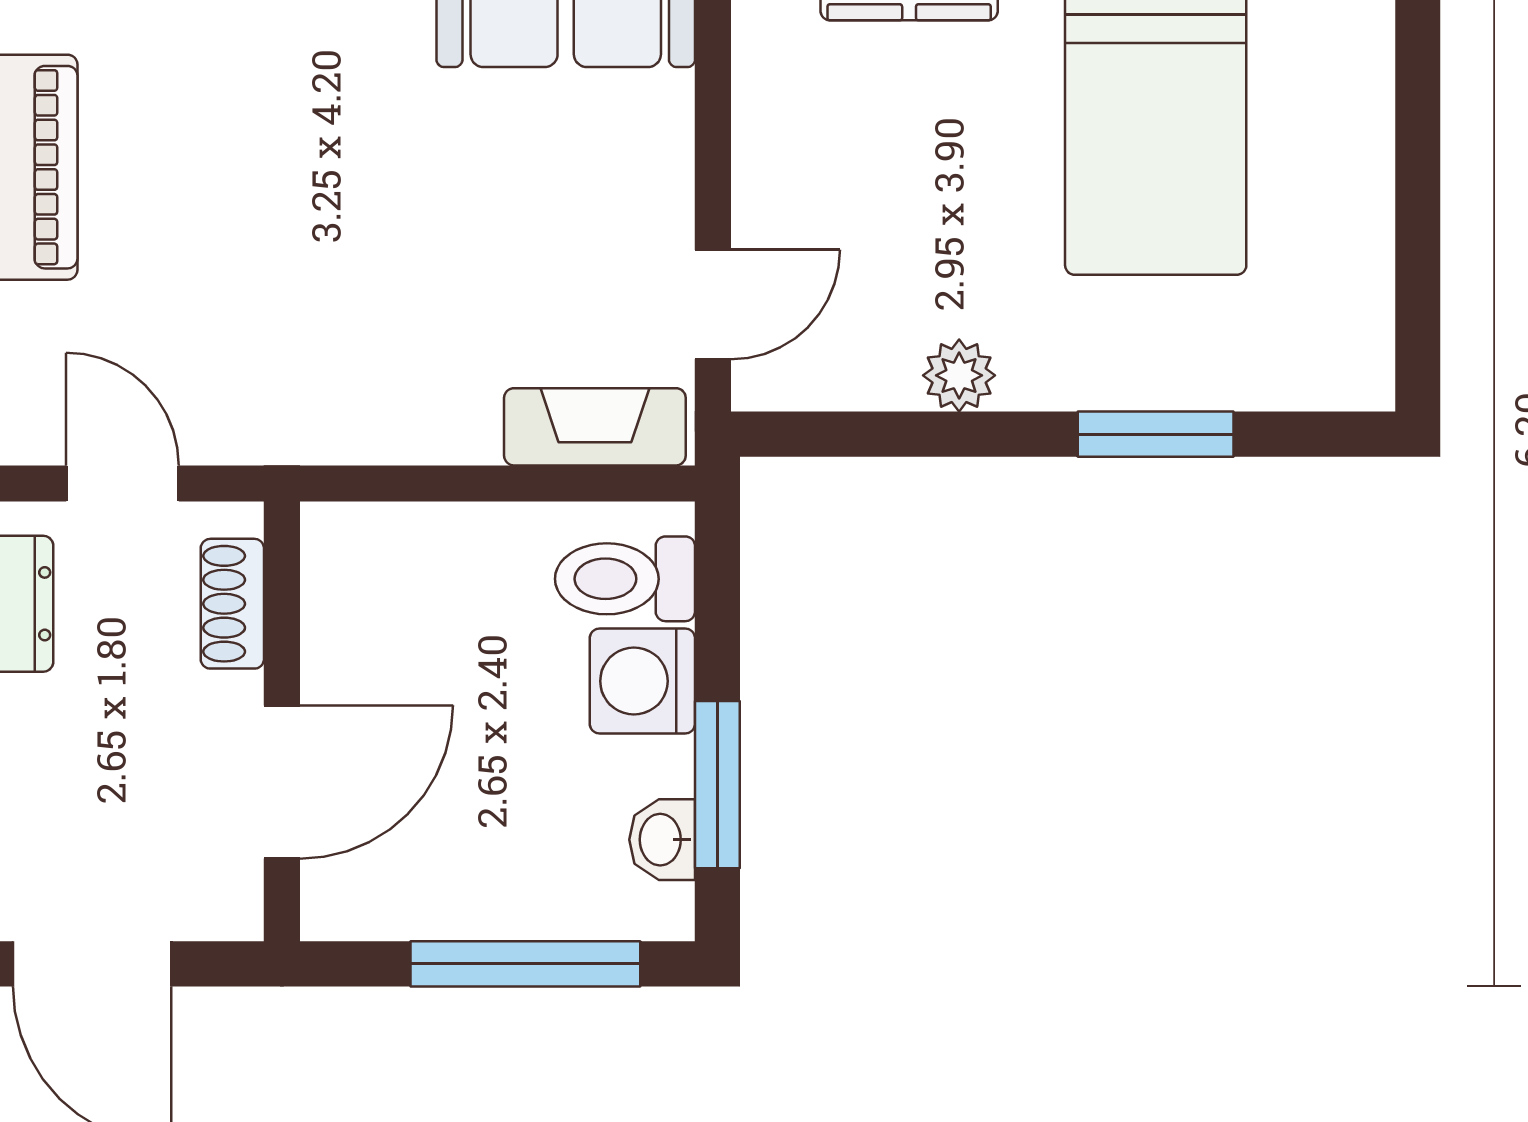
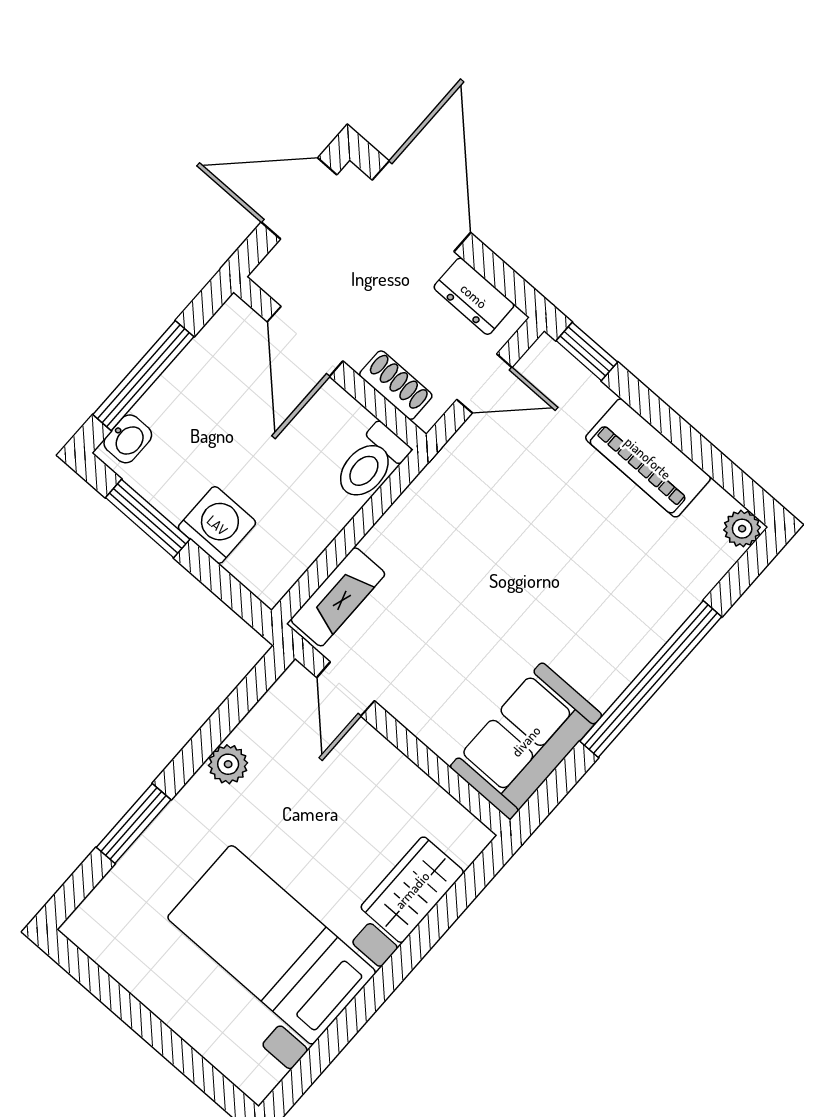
toilet: (625, 579) -> (371, 463), moved, turned 180
washbasin: (662, 840) -> (128, 439), moved, turned 90

